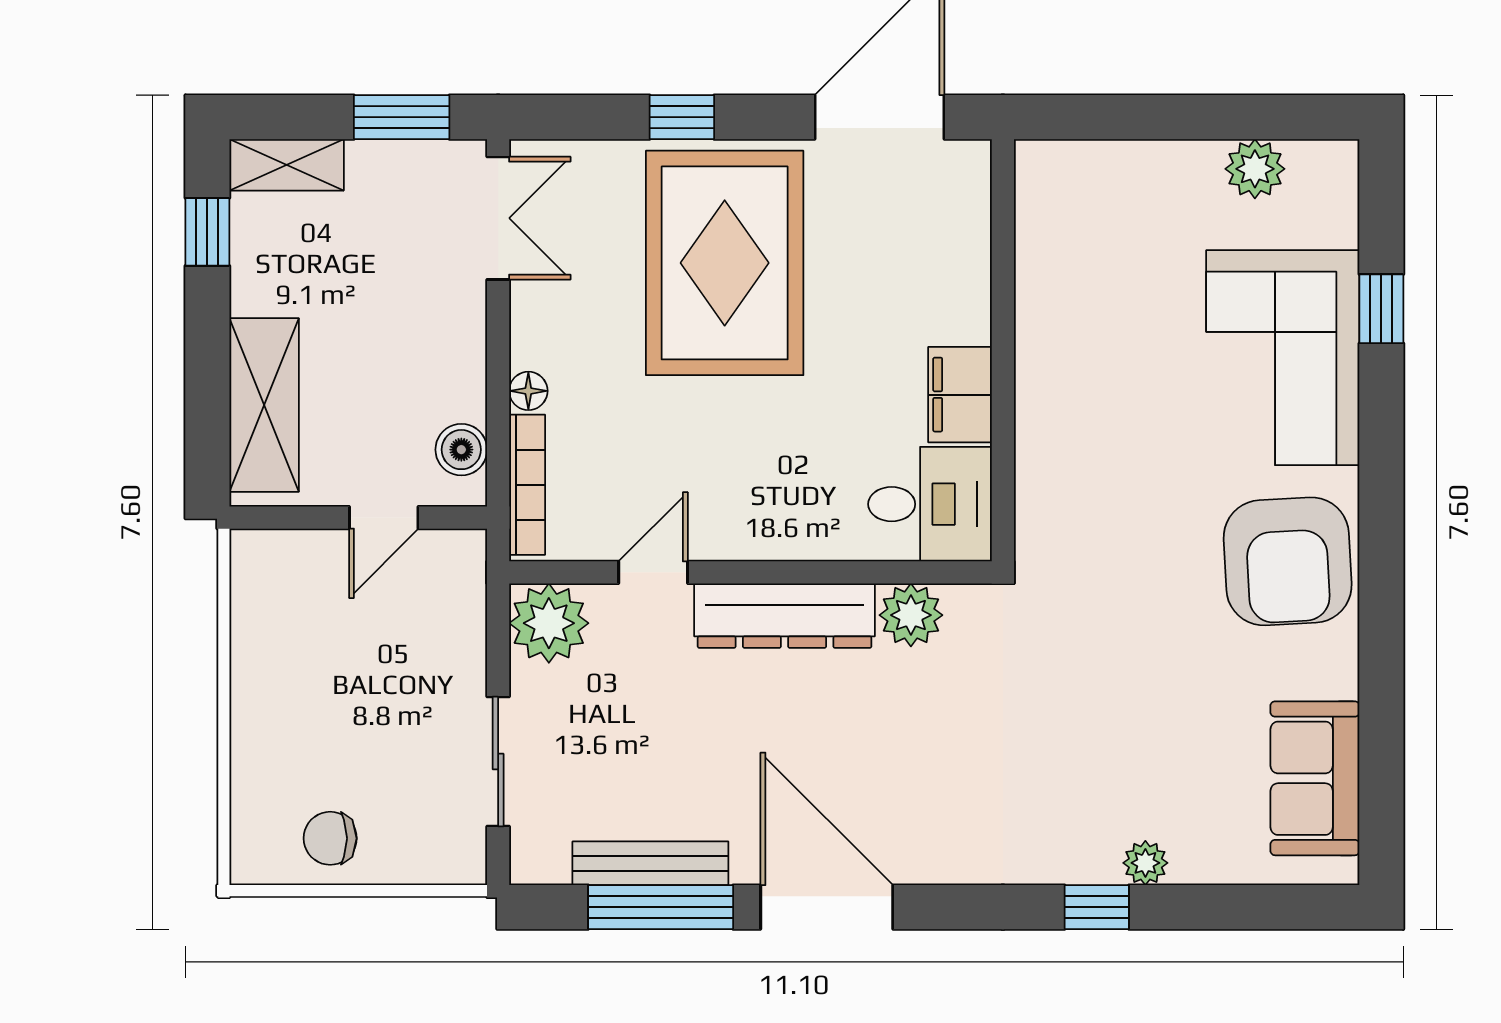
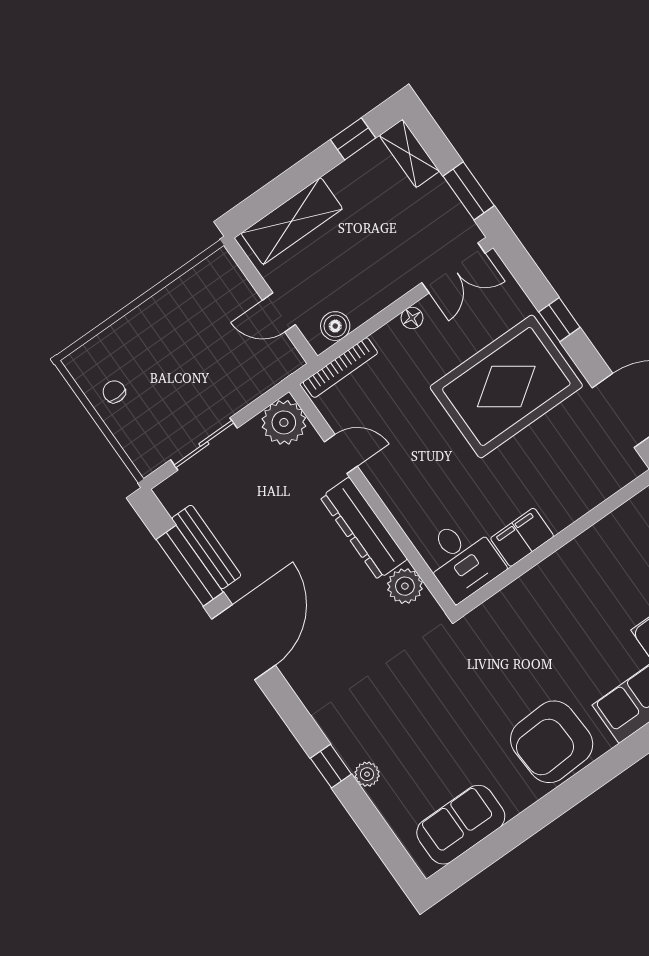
floor lamp: (528, 391) -> (412, 318), moved
chair: (330, 838) -> (114, 392), width x0.73, depth x0.73

